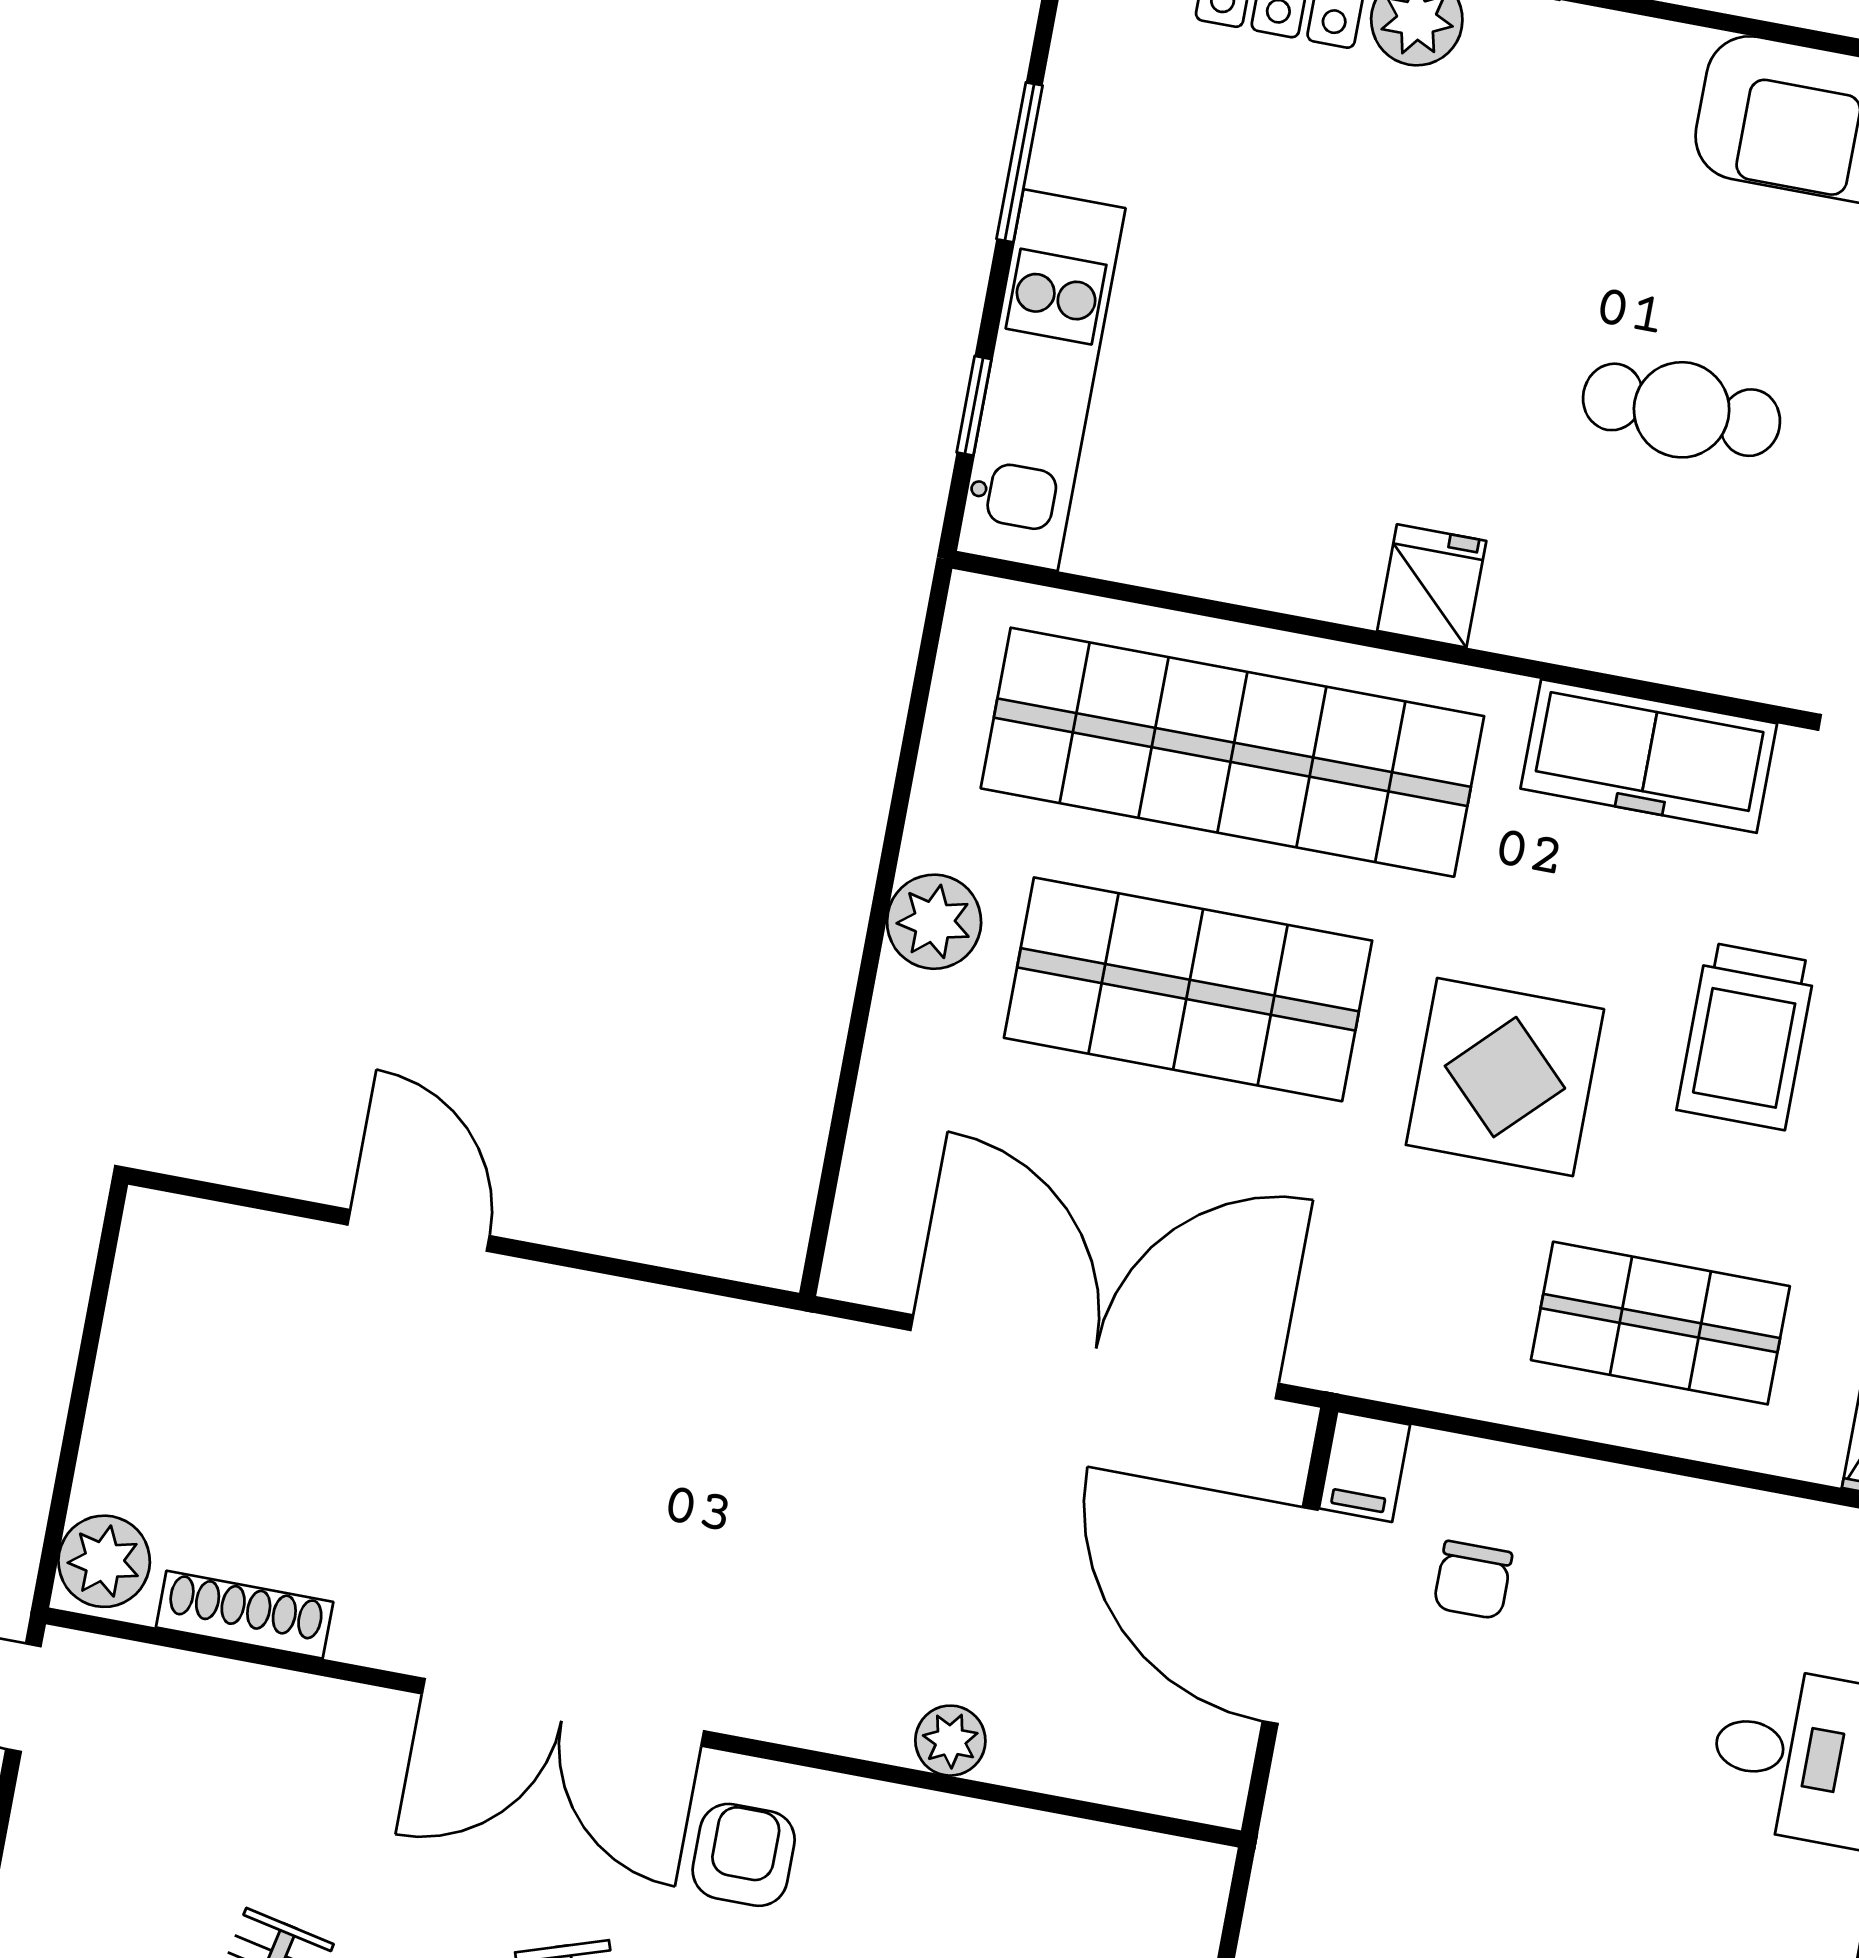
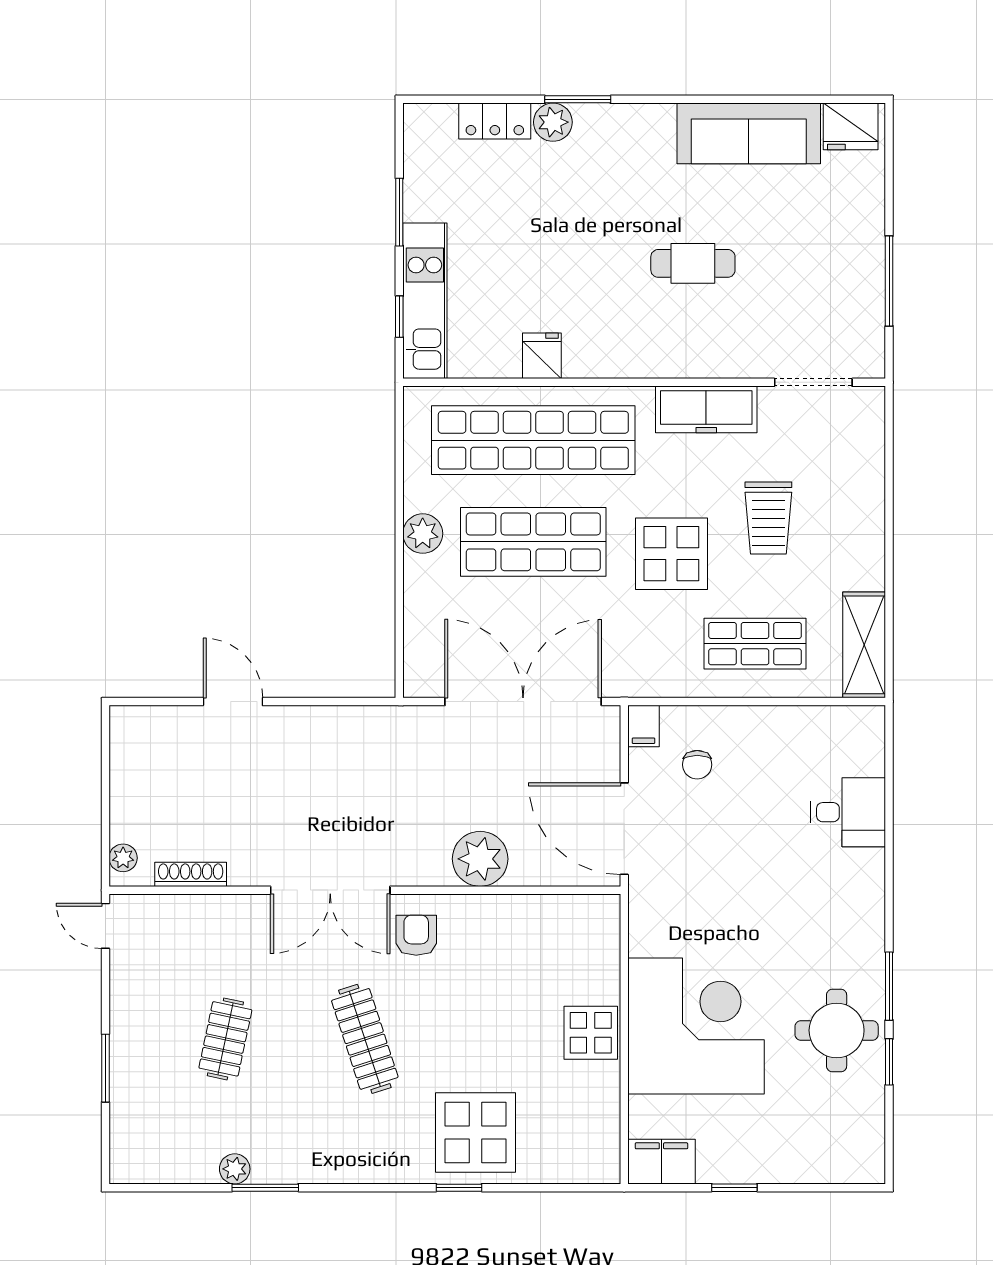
fridge: (1432, 586) -> (542, 356), moved
plant: (104, 1561) -> (123, 858), width x0.73, depth x0.73
door: (1290, 1616) -> (624, 829), moved
plant: (950, 1741) -> (480, 859), width x1.87, depth x1.87

